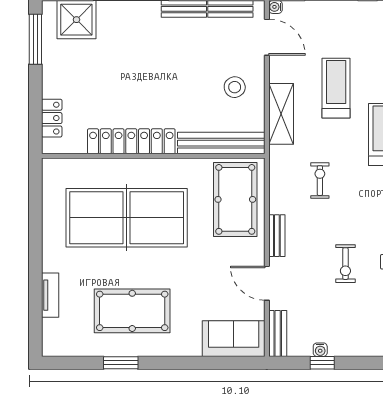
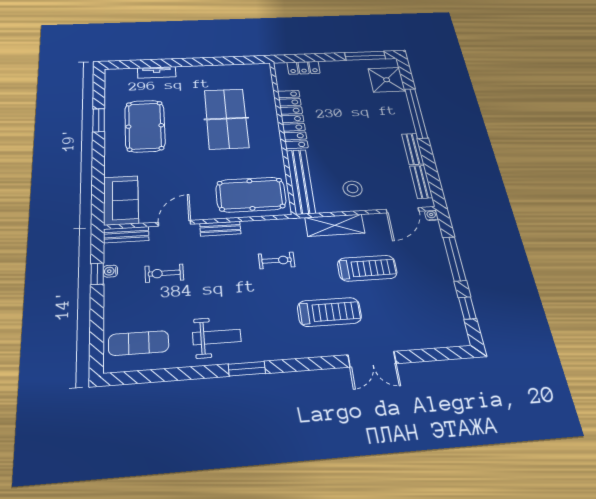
table tennis table: (127, 218) -> (226, 119), width x0.73, depth x0.76
exercise bike: (345, 264) -> (164, 273), moved

